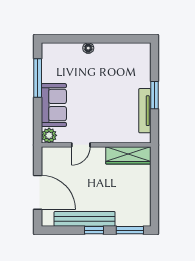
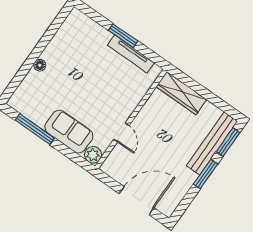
wardrobe: (128, 155) -> (181, 93), moved, turned 90
bench: (85, 219) -> (212, 144), moved
window: (94, 230) -> (206, 174), width x1.50

